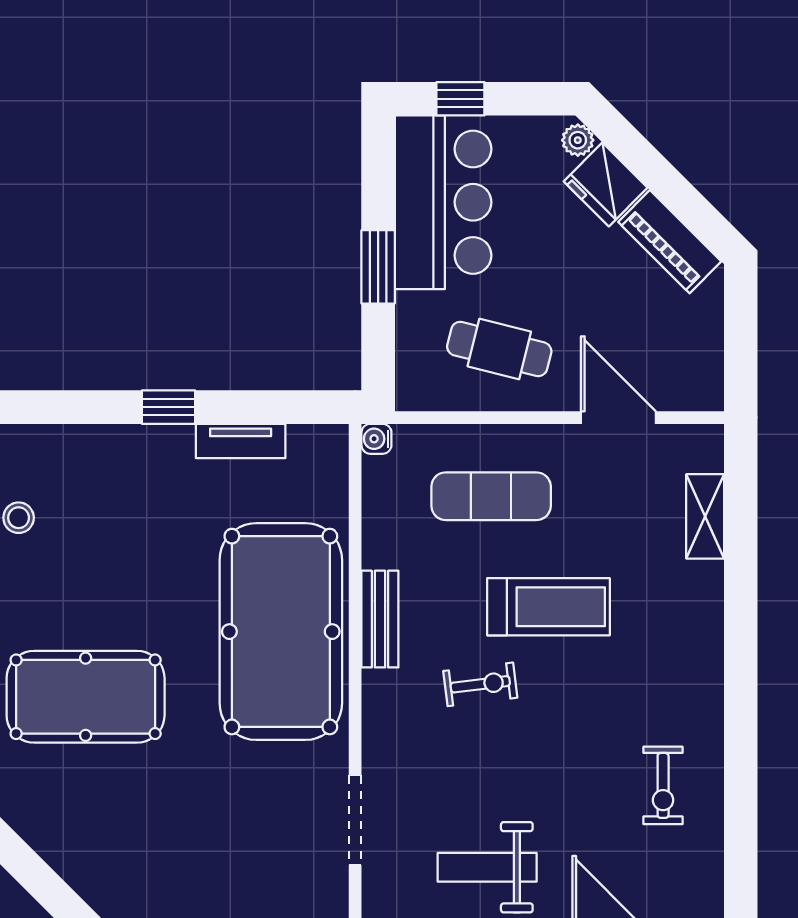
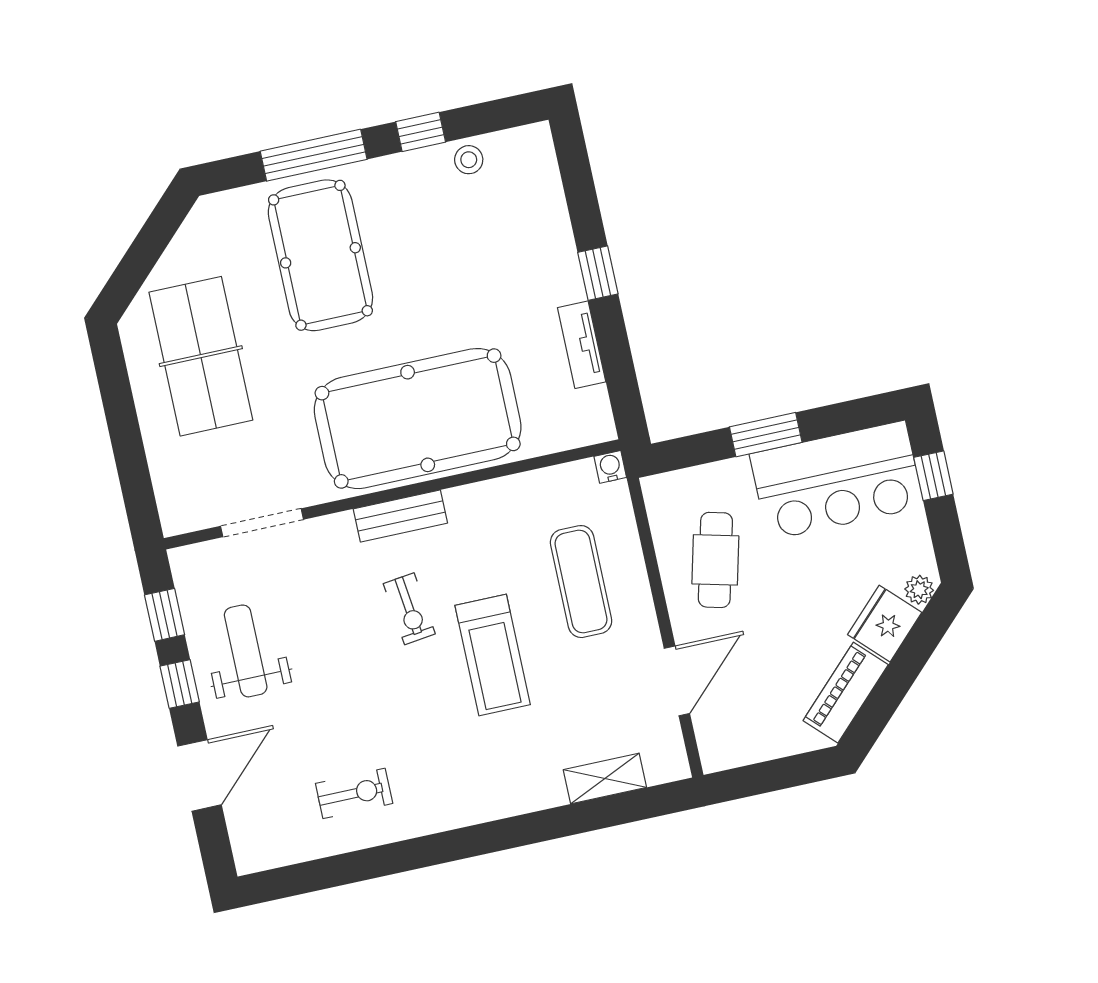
bench: (380, 619) -> (400, 516), moved
exercise bike: (663, 785) -> (354, 793), turned 180
table tennis table: (165, 847) -> (201, 356), added

